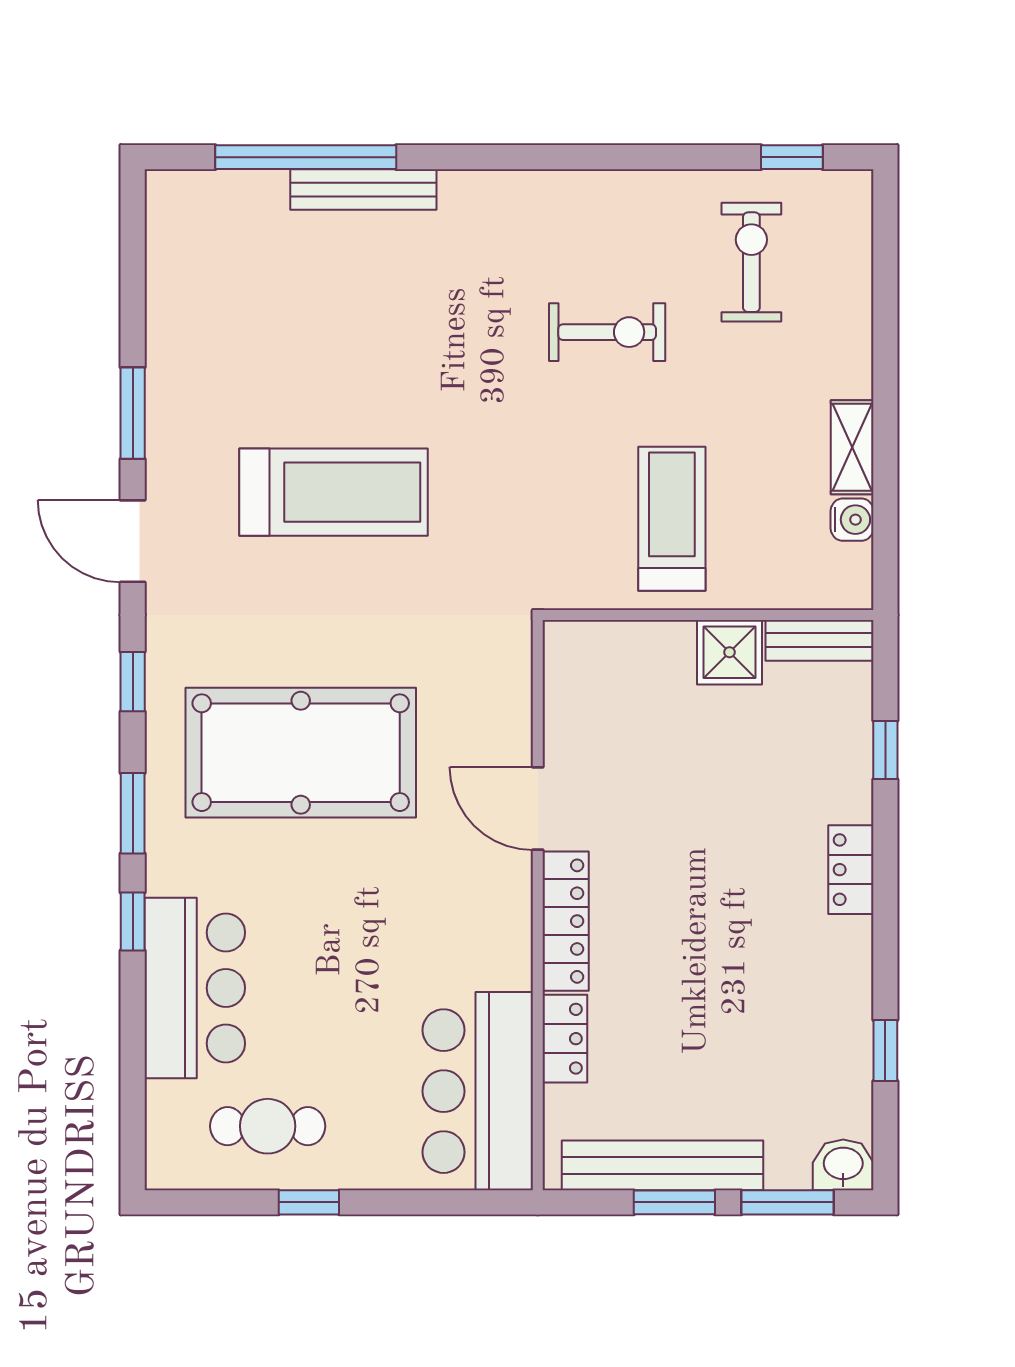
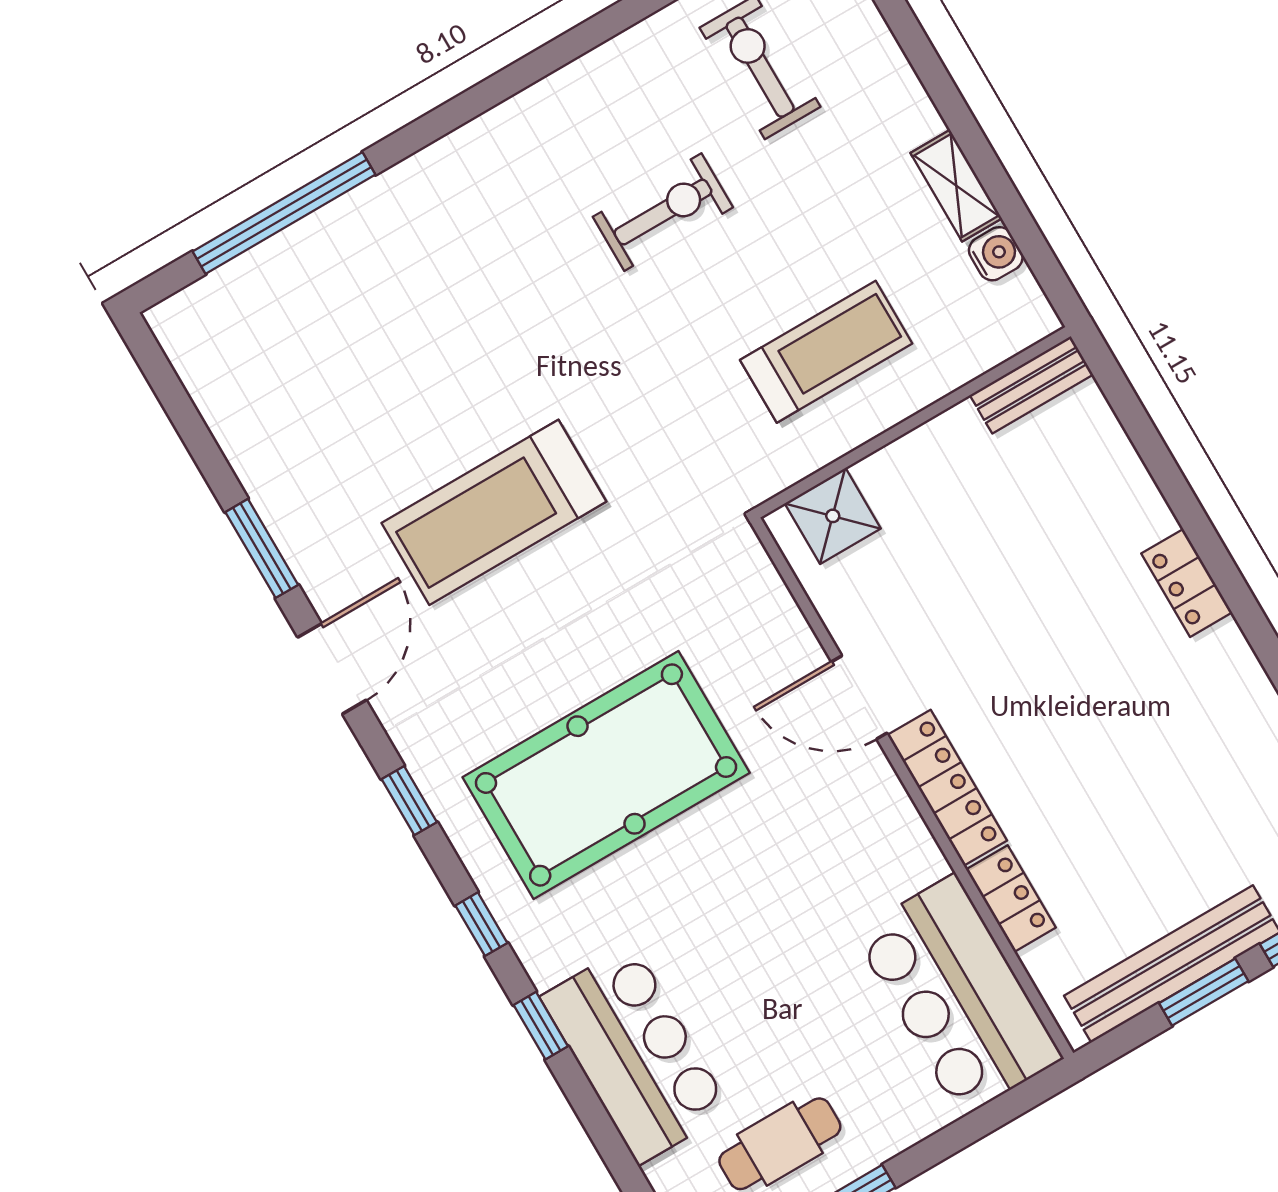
bench: (363, 189) -> (356, 212), removed
treadmill: (334, 492) -> (494, 512), turned 180
treadmill: (672, 519) -> (826, 352), turned 90
door: (133, 541) -> (332, 669), swing flipped
shower: (730, 652) -> (833, 516), moved
window: (885, 750) -> (1154, 452), removed
window: (133, 813) -> (481, 924), width x0.67

